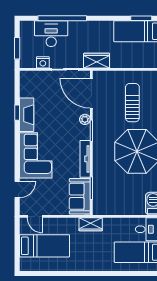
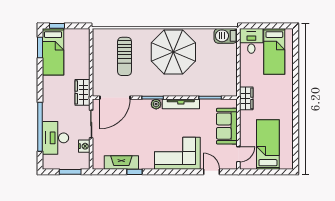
sun lounger: (132, 103) -> (125, 56), turned -90
fireplace: (27, 115) -> (121, 162), moved
plant: (85, 119) -> (156, 104), moved
sofa: (80, 196) -> (227, 126), moved, turned 90

